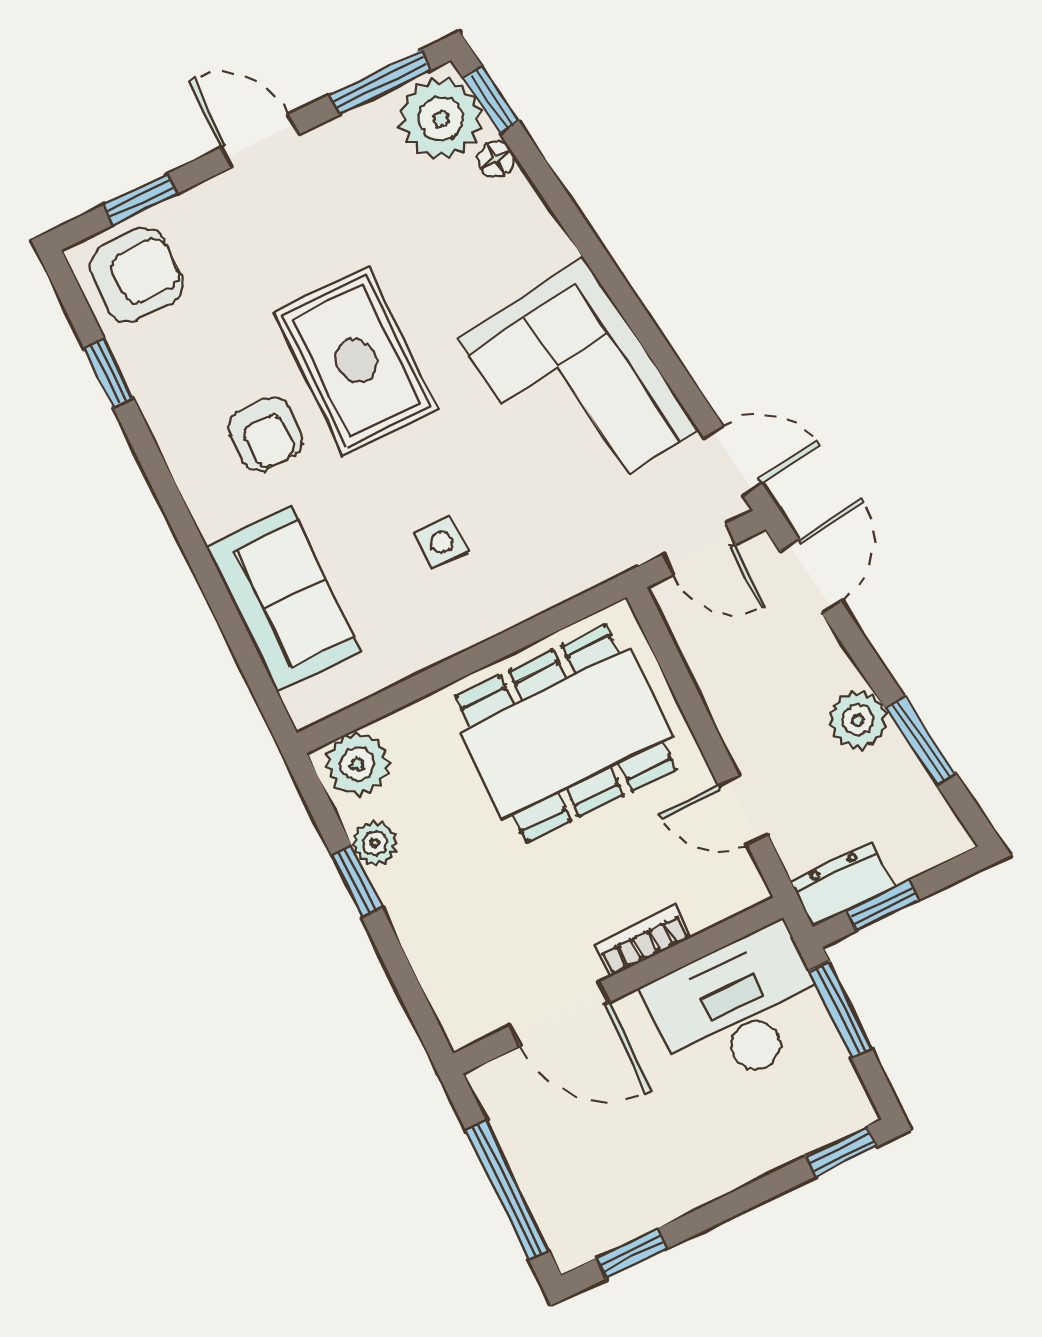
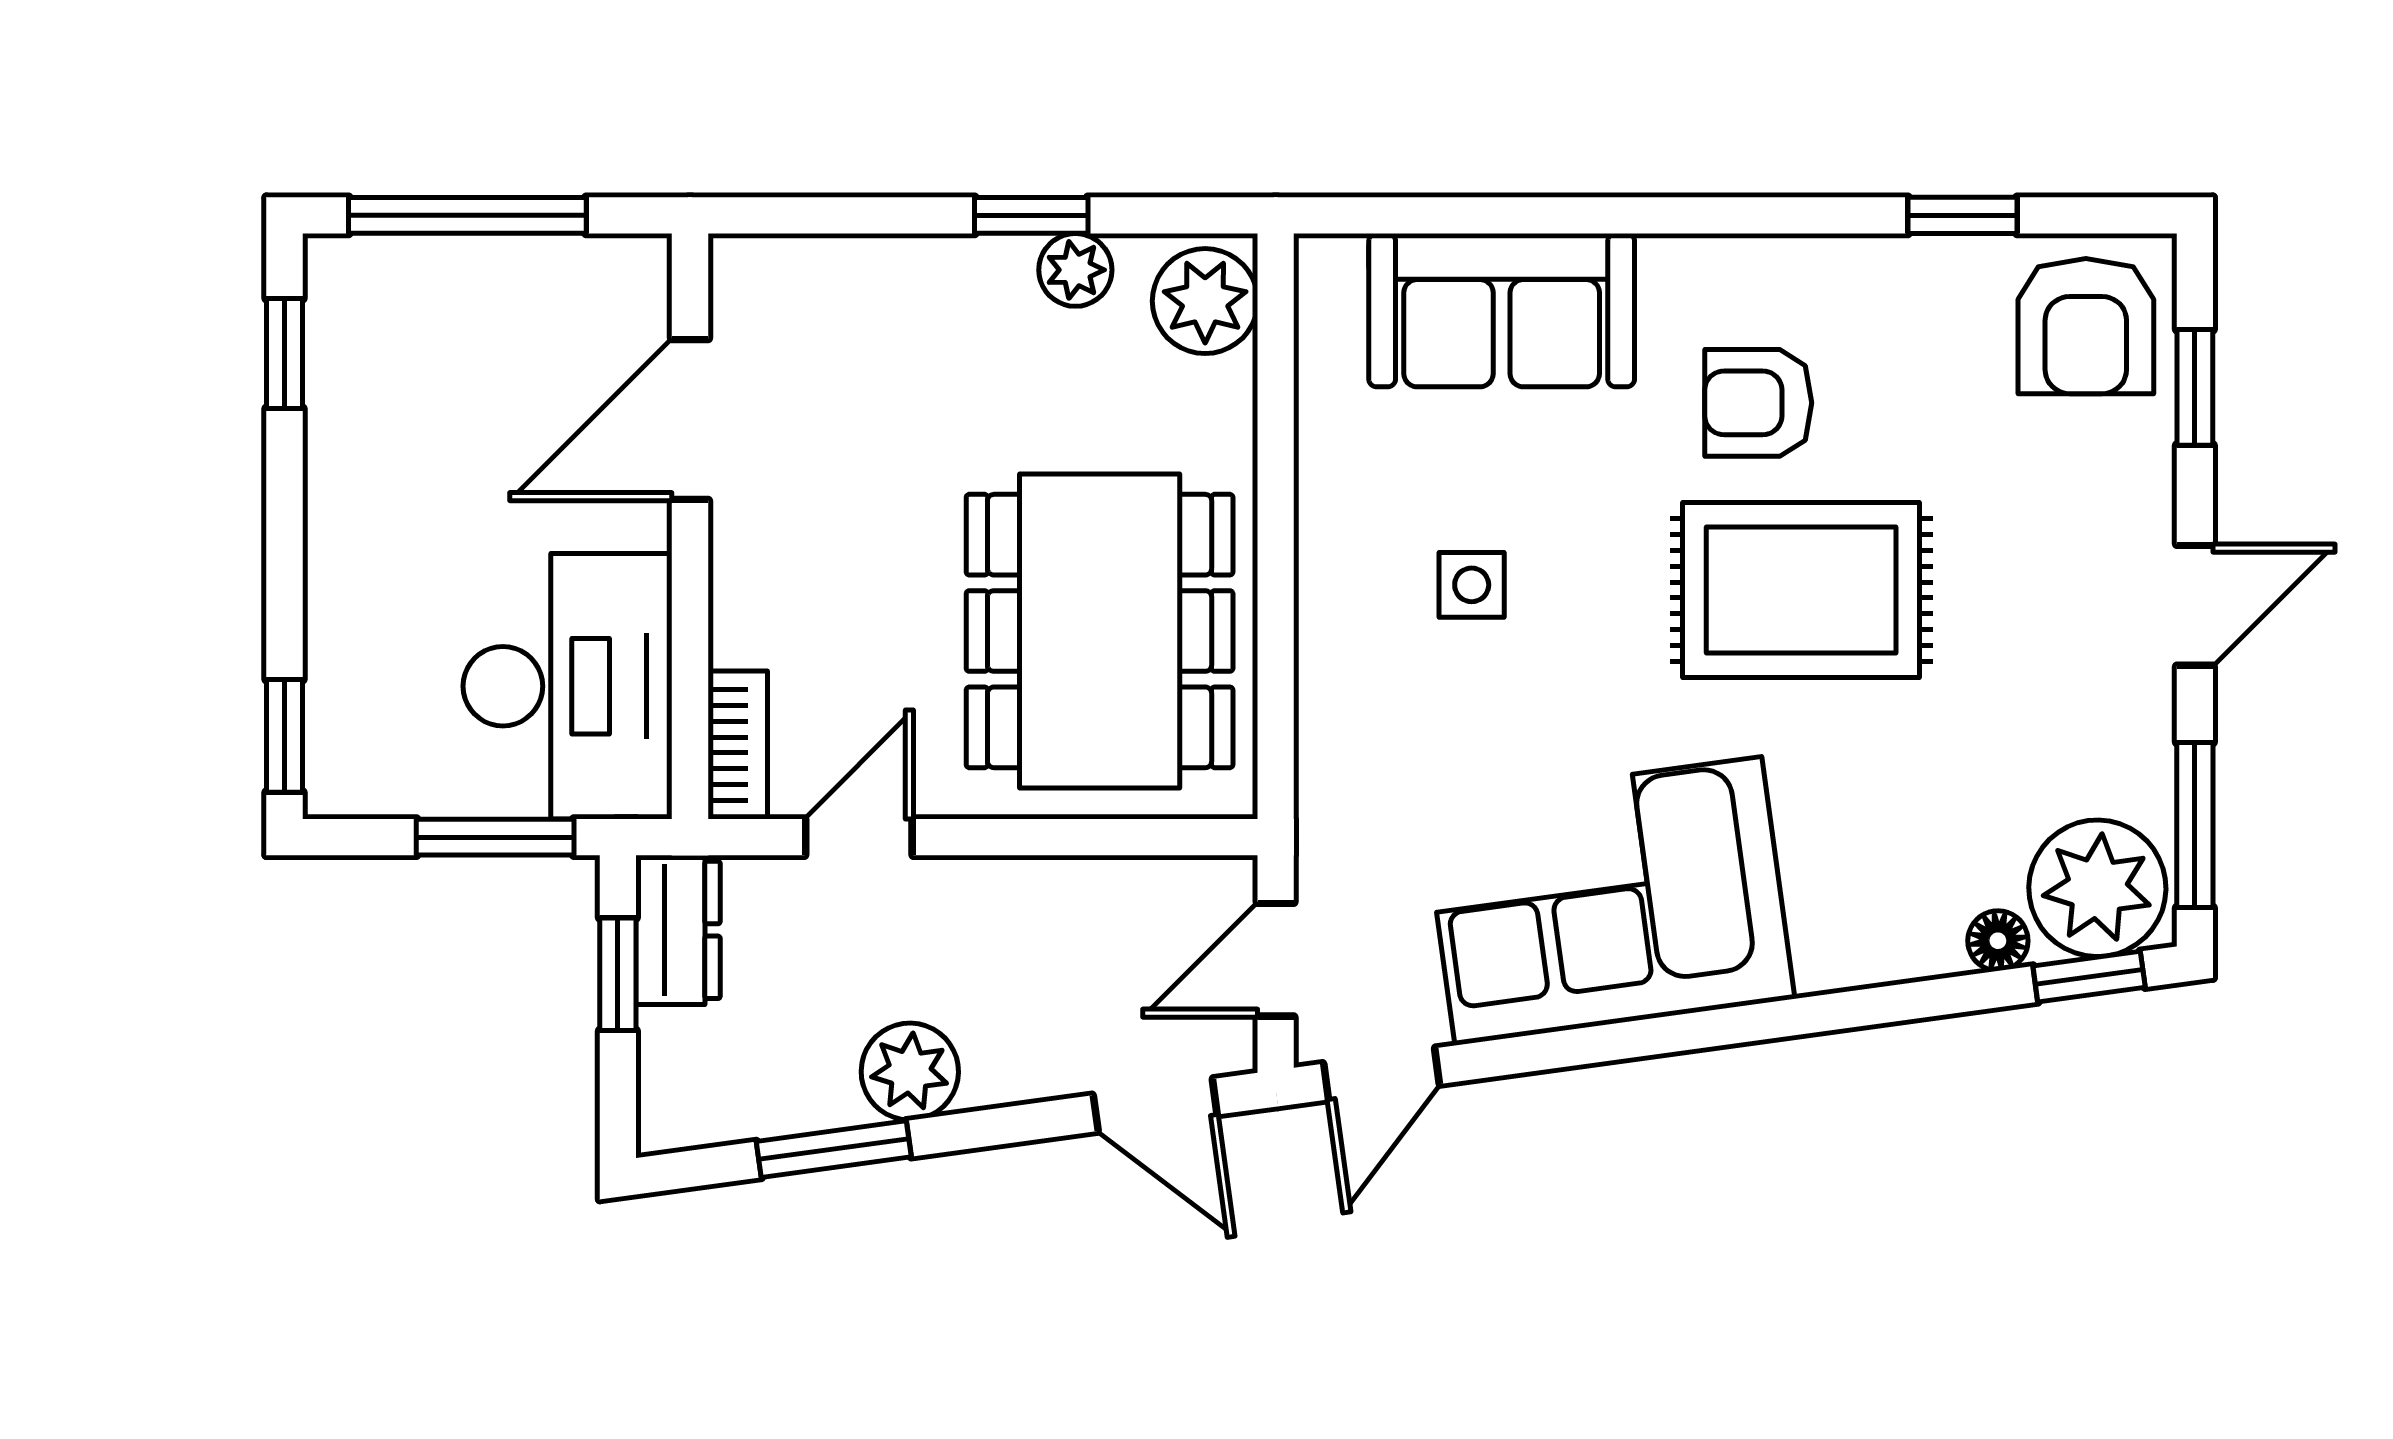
bookcase: (643, 941) -> (738, 745), moved

